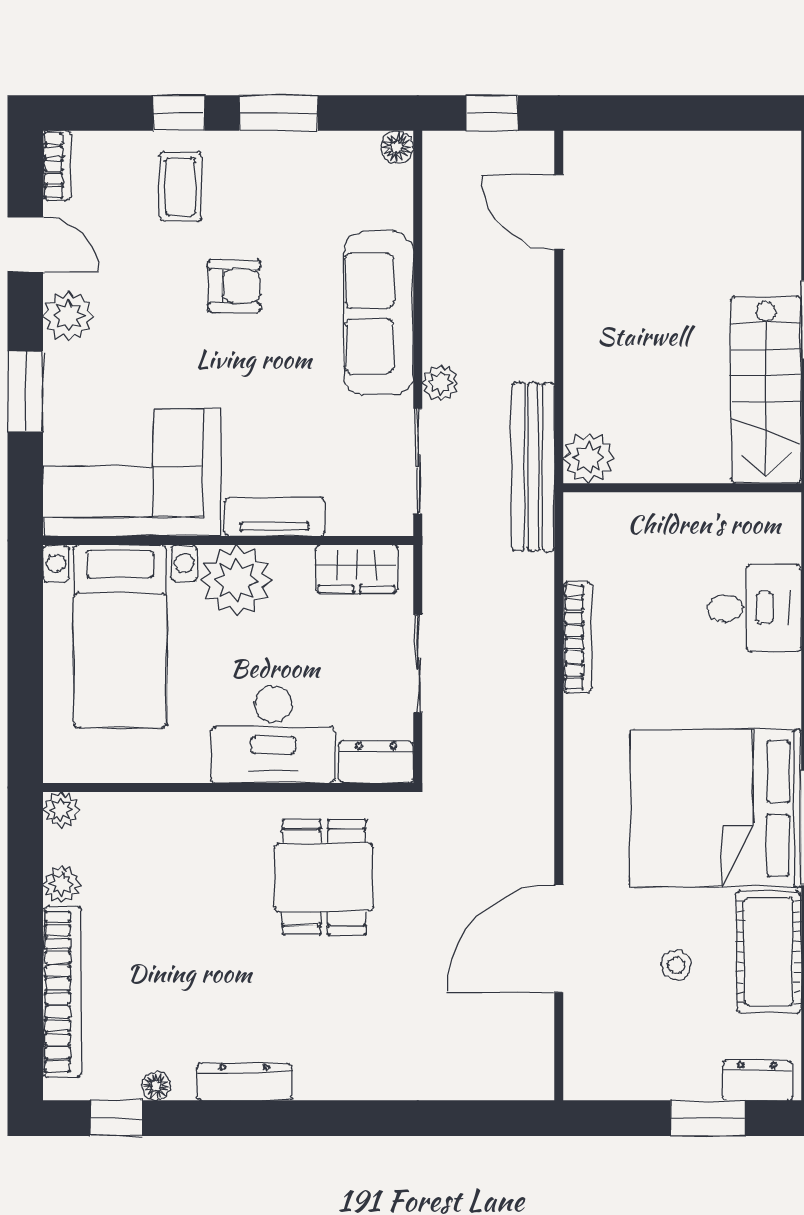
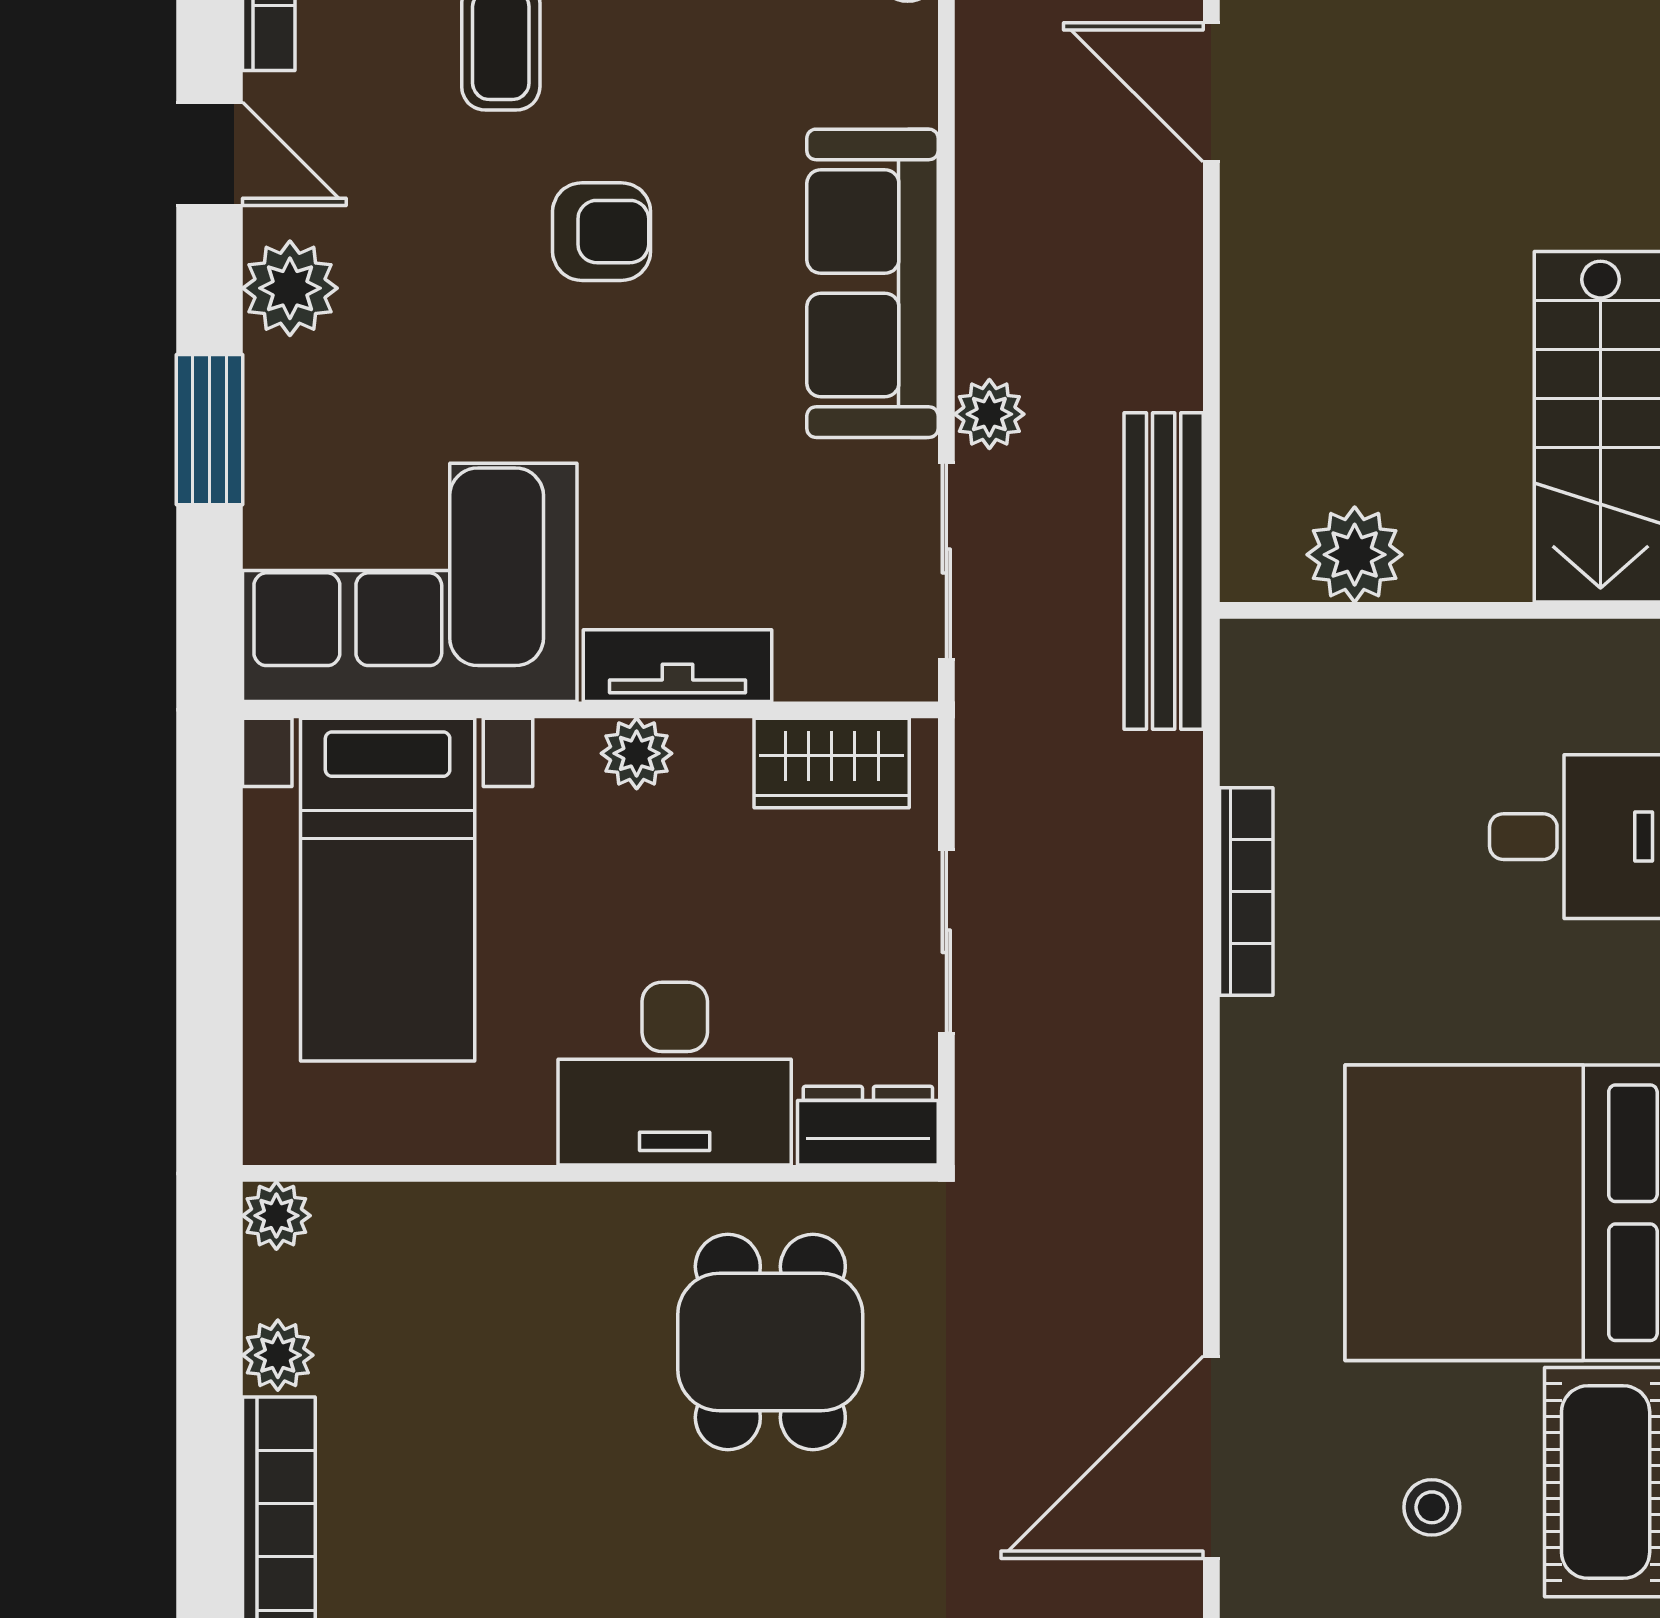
plant: (589, 458) -> (1355, 555), moved
plant: (236, 580) -> (637, 753), width x0.53, depth x0.53

